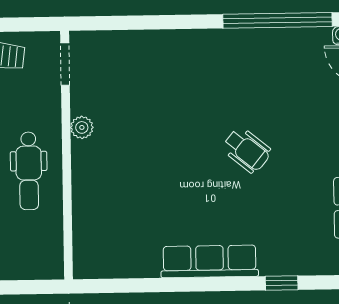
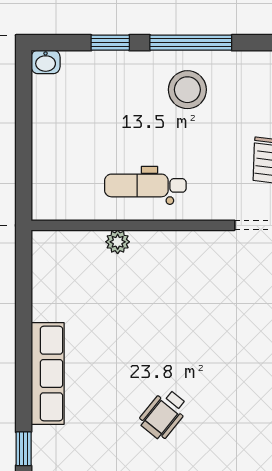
plant: (82, 127) -> (118, 242), moved

